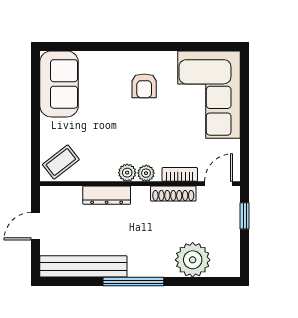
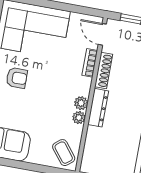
plant: (146, 173) -> (79, 118), moved
dresser: (107, 195) -> (98, 108), moved

